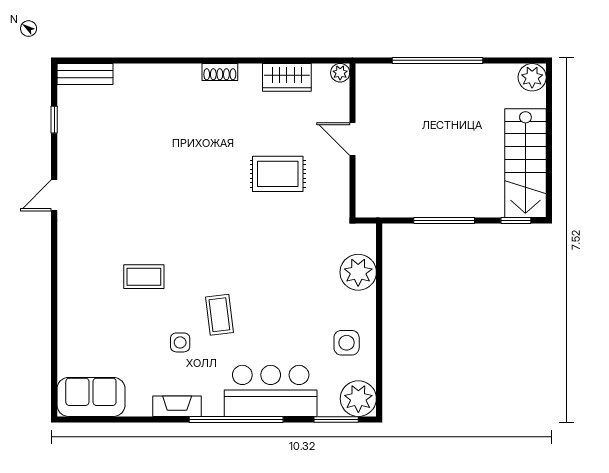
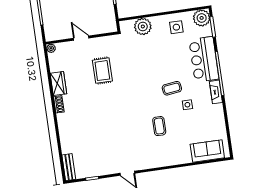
wardrobe: (287, 77) -> (58, 83), moved
door: (352, 139) -> (81, 38), swing flipped
sofa: (91, 397) -> (207, 151), moved, turned 90
fireplace: (177, 406) -> (216, 92), moved

